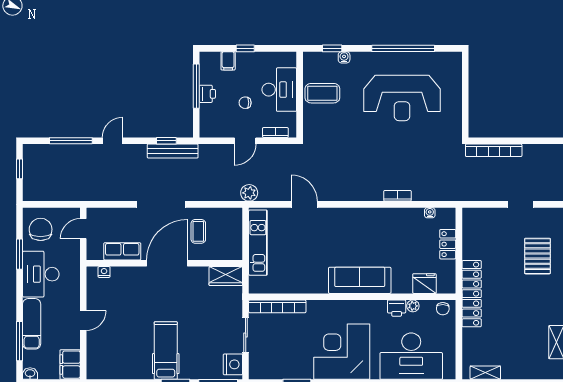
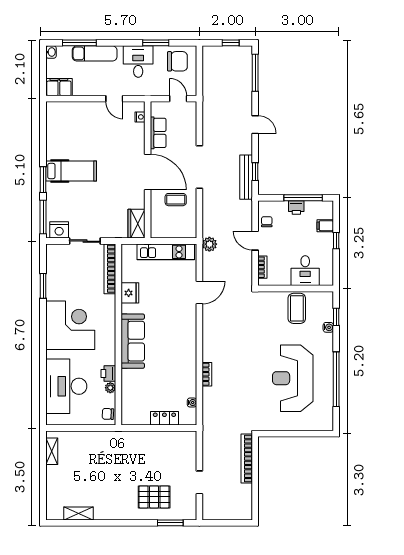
desk: (279, 90) -> (305, 271), width x0.73
chair: (245, 103) -> (267, 222), moved
window: (71, 141) -> (255, 73), moved
desk: (41, 274) -> (138, 62), width x0.73
fridge: (424, 284) -> (130, 293), moved
locker: (472, 294) -> (121, 439), removed
door: (83, 320) -> (114, 99), moved

